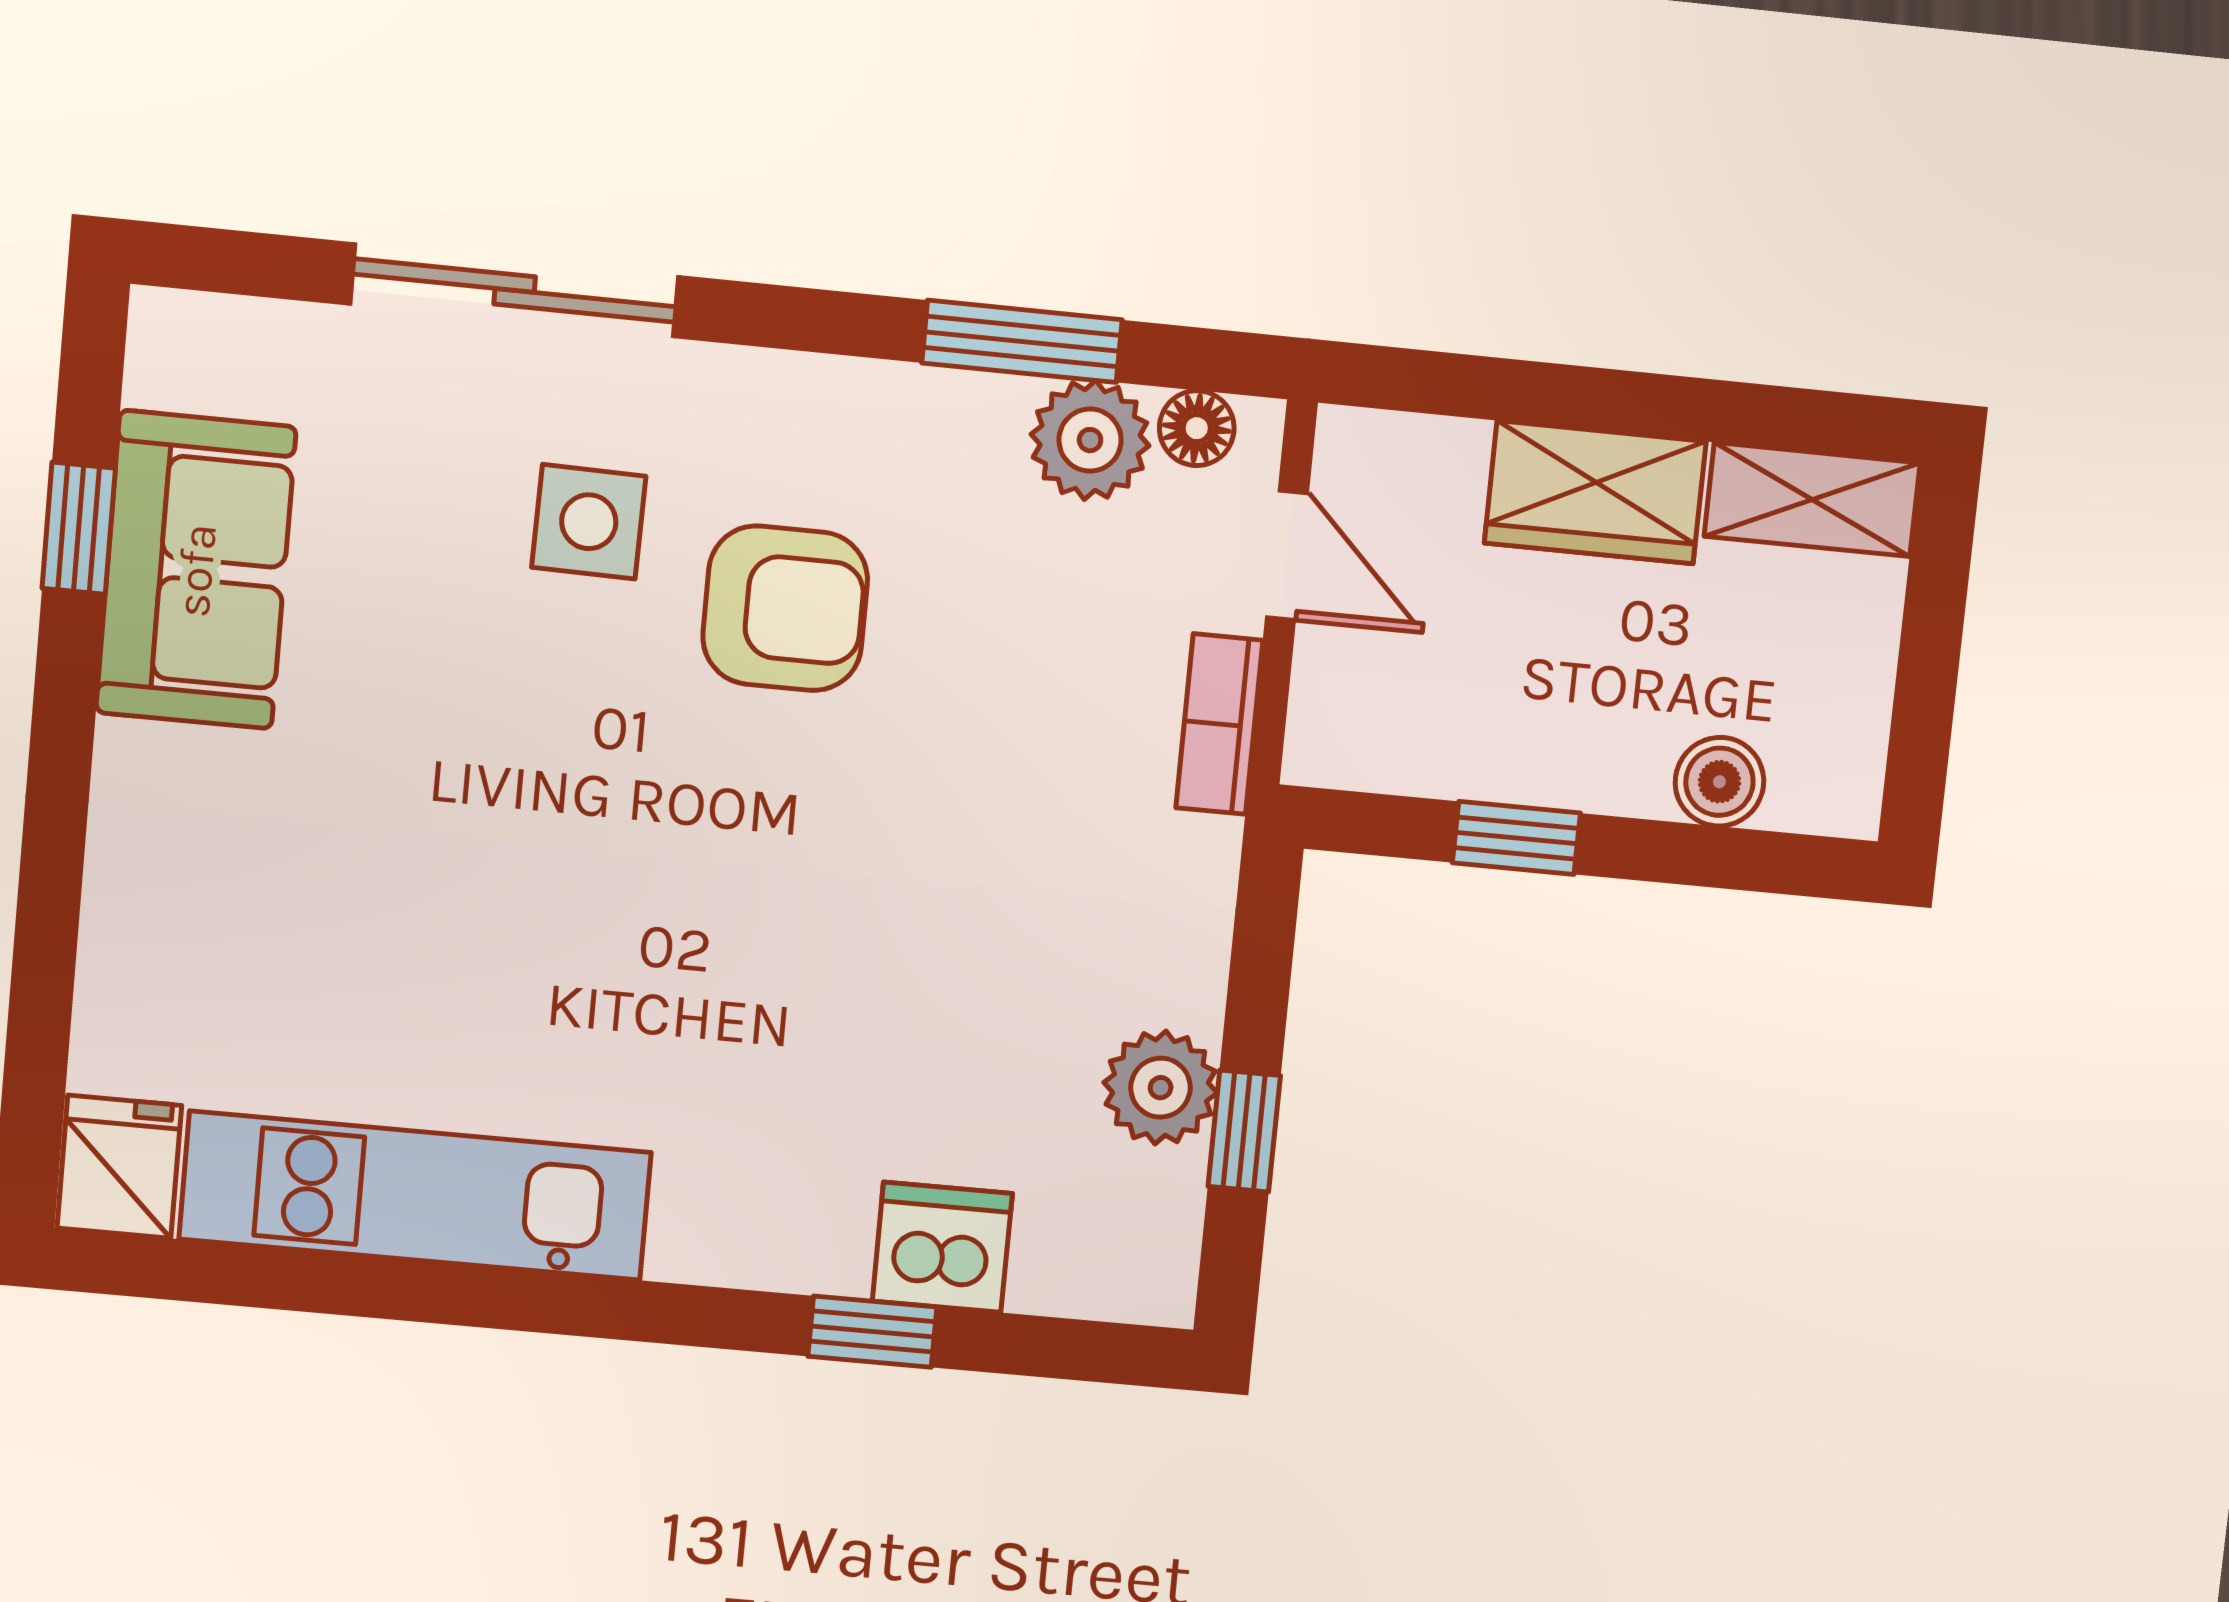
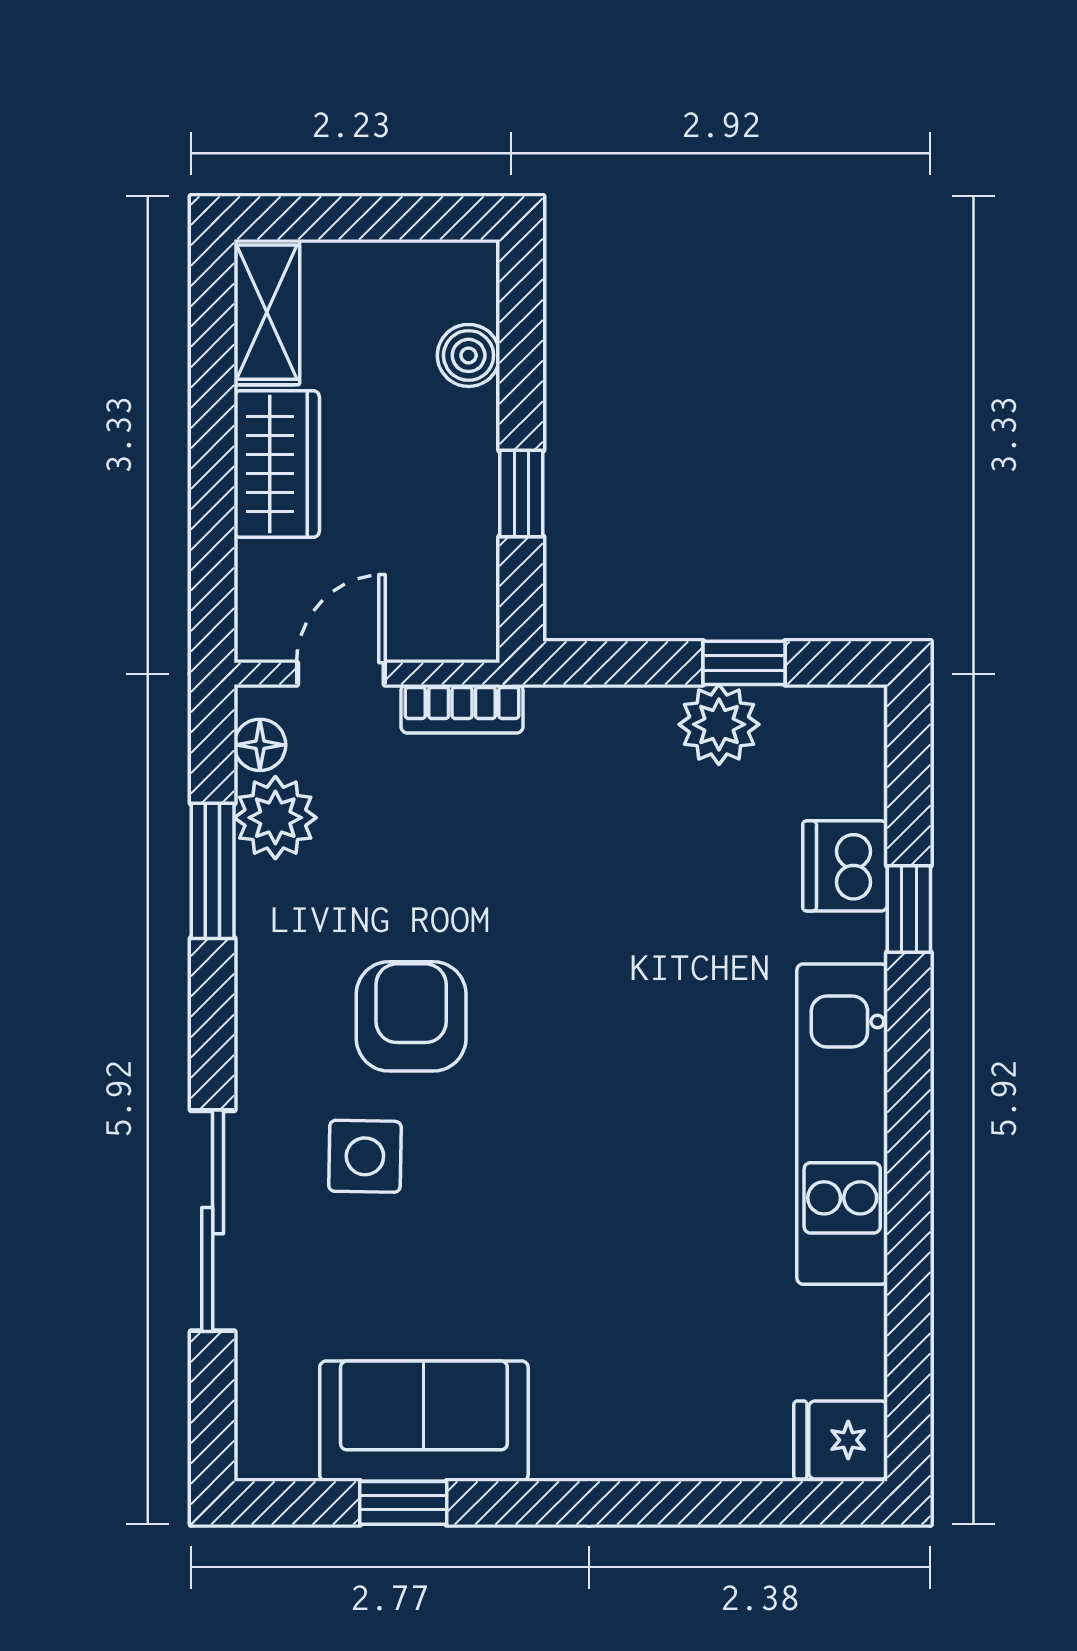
kitchen unit: (415, 1196) -> (842, 1124), moved

